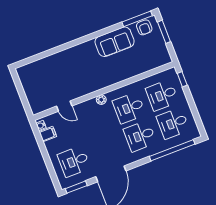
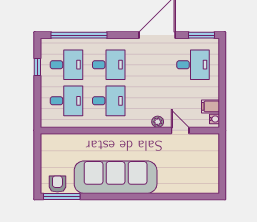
window: (164, 32) -> (37, 171), removed
sofa: (115, 42) -> (116, 177), width x1.85, depth x1.27
window: (182, 79) -> (37, 67), moved
plant: (101, 100) -> (158, 122), moved

